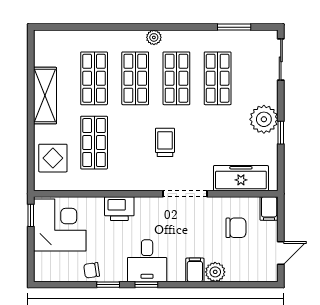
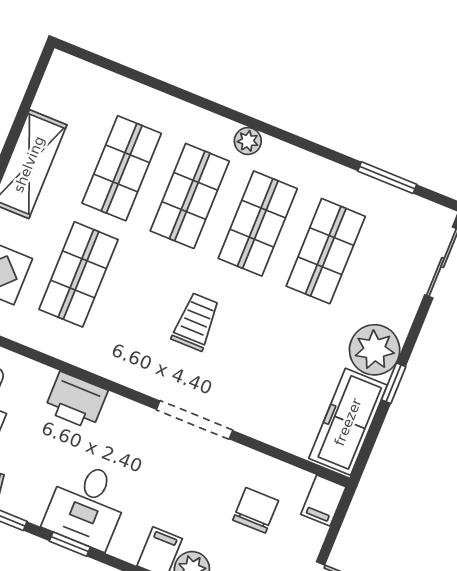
freezer: (241, 178) -> (348, 422), moved, turned -90
chair: (236, 228) -> (256, 510), turned -90

